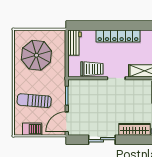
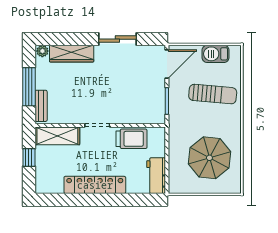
trolley: (92, 69) -> (131, 139), turned 180

